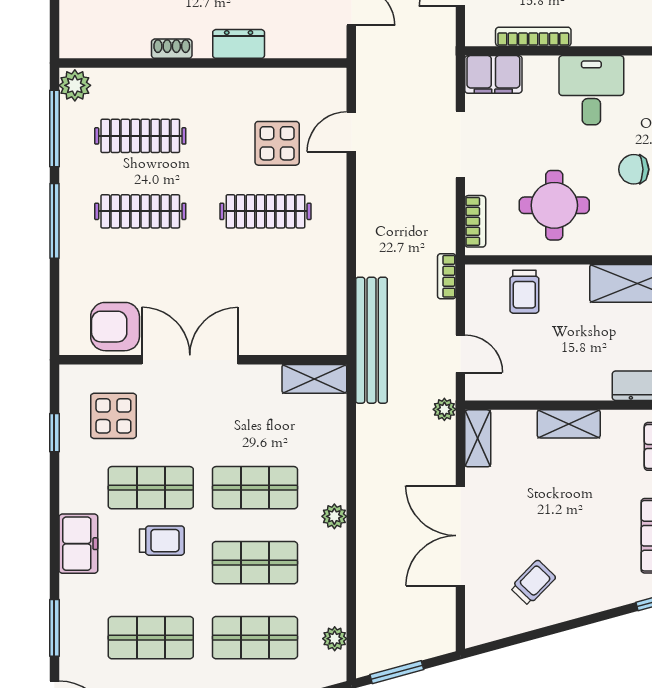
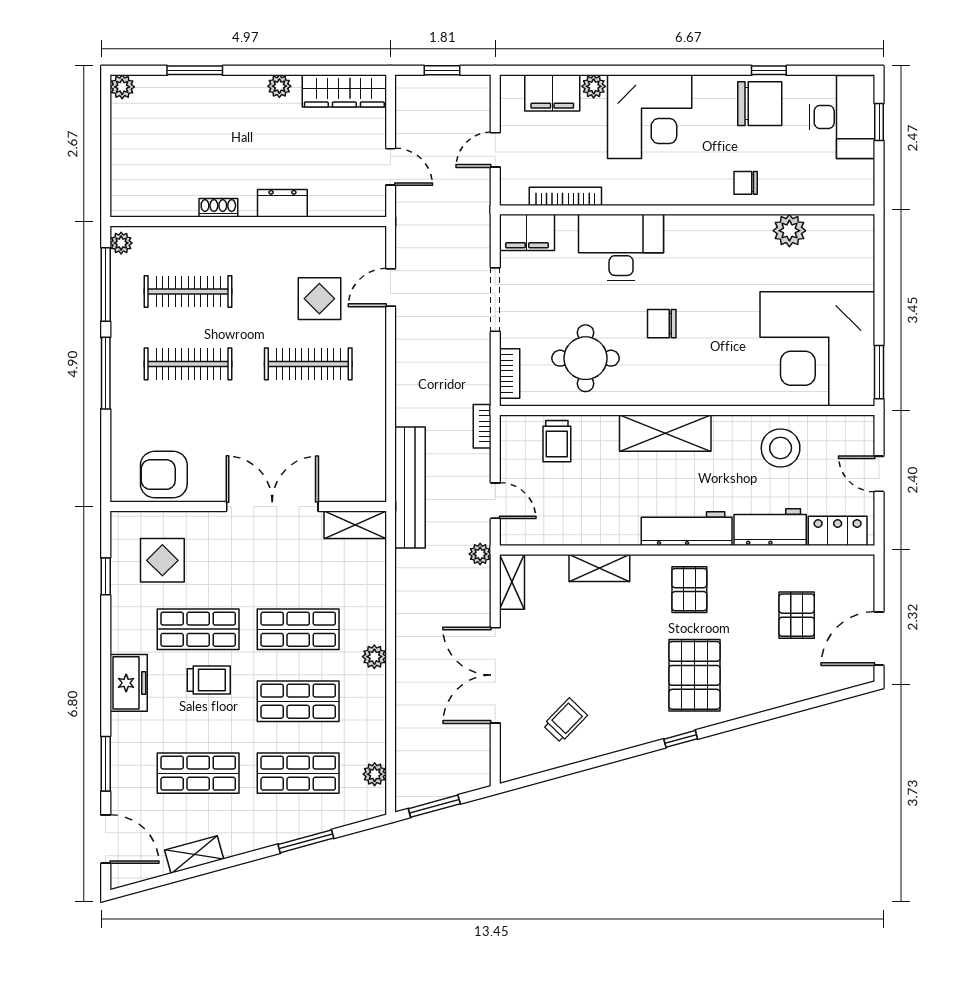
plant: (75, 85) -> (121, 243), width x0.73, depth x0.73
desk: (591, 90) -> (621, 248), width x1.37
double door: (190, 360) -> (272, 506), moved

